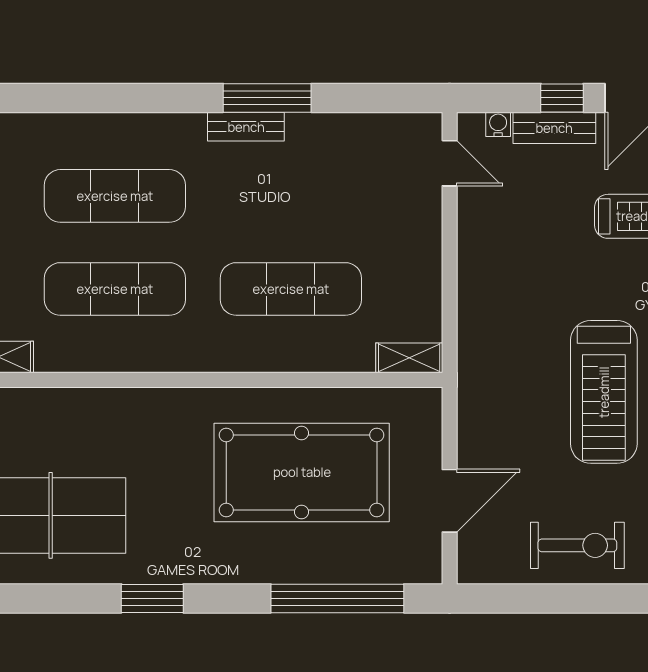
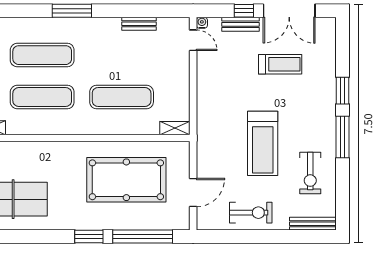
window: (267, 98) -> (72, 11), moved
water cooler: (498, 124) -> (202, 23), moved
bench: (246, 127) -> (139, 24), moved
window: (152, 598) -> (89, 237), moved

